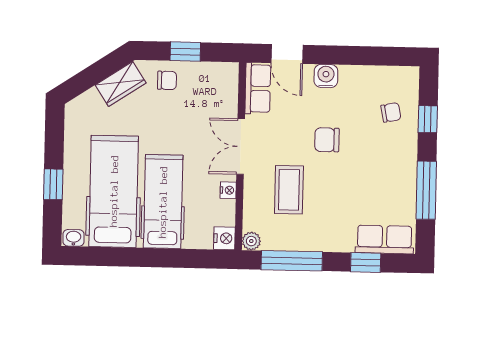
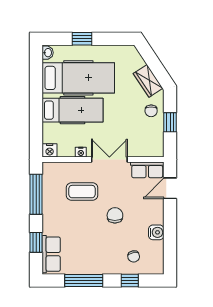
water cooler: (326, 76) -> (156, 232), moved
plant: (251, 241) -> (48, 168), removed

